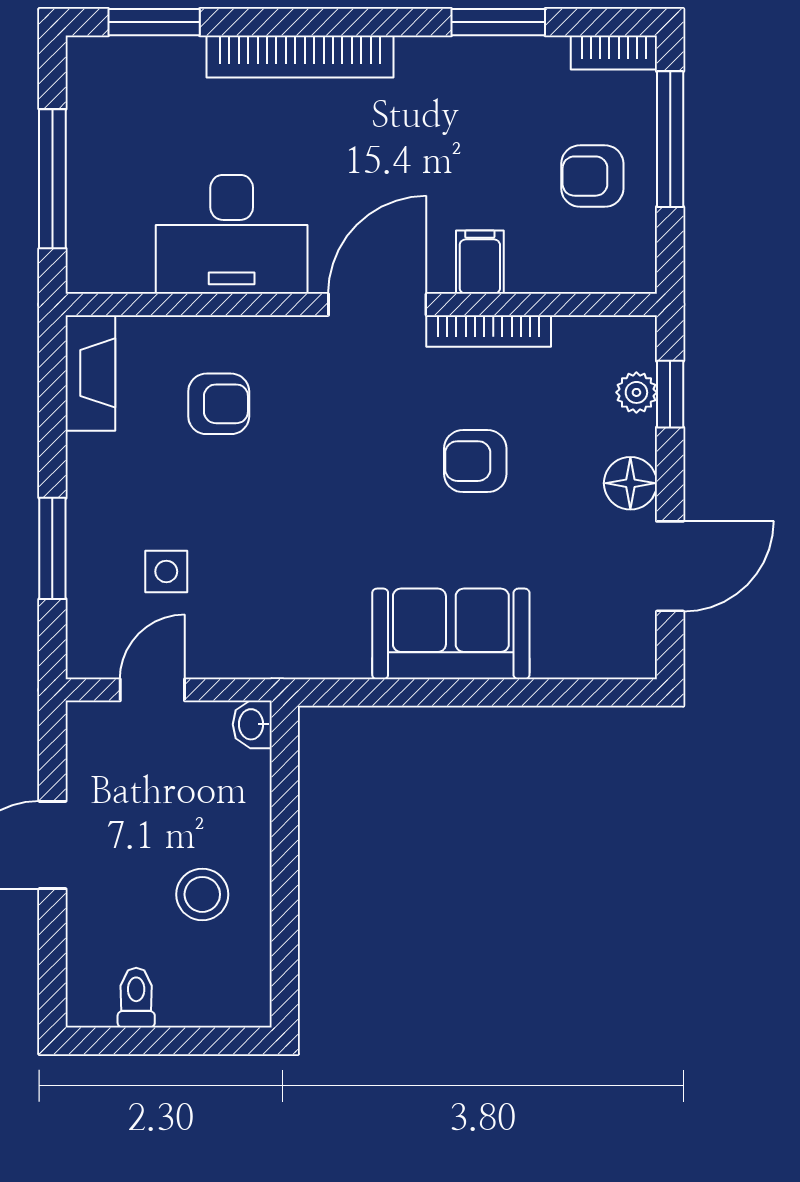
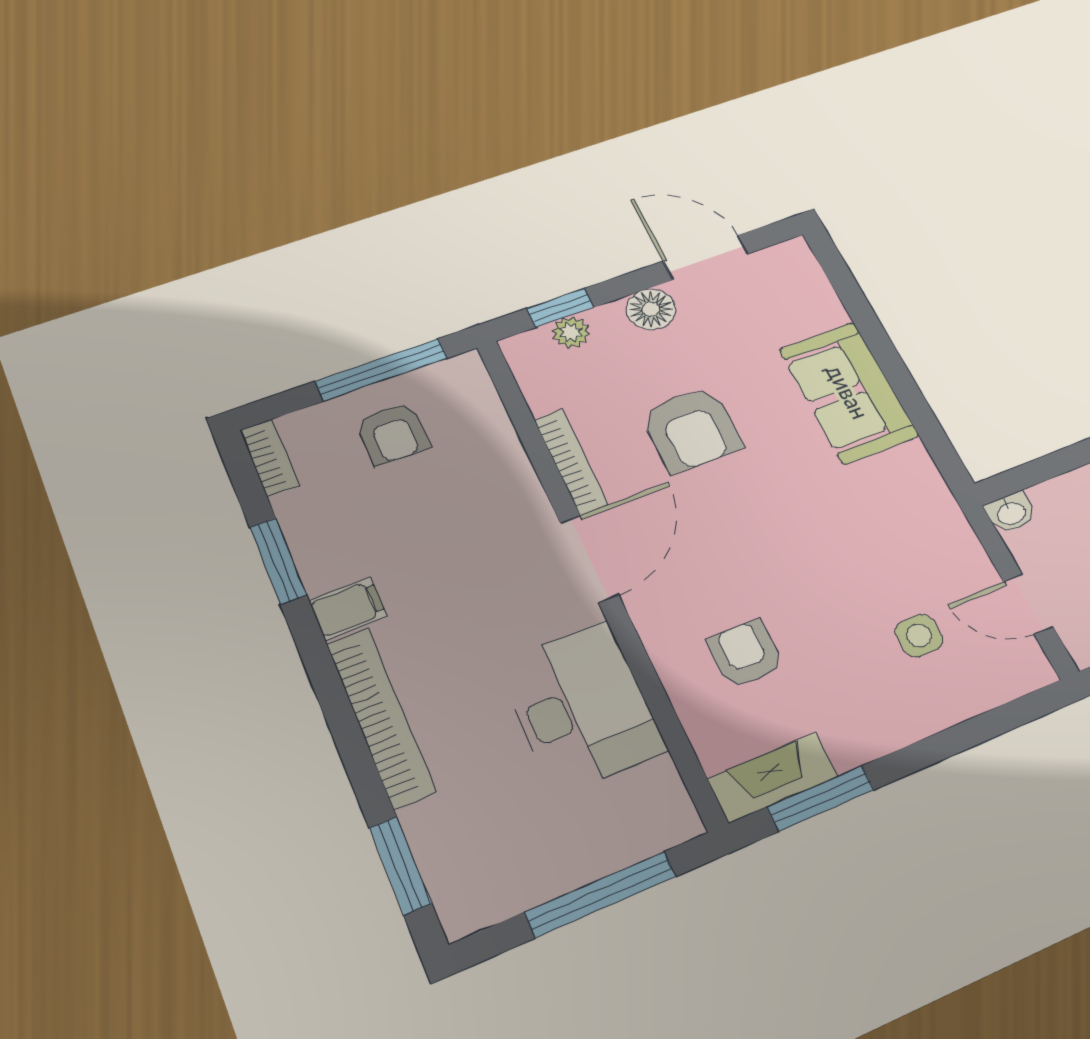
window: (670, 139) -> (381, 370), moved
filing cabinet: (480, 262) -> (348, 608), moved, turned 180
door: (377, 304) -> (589, 559), swing flipped
armchair: (475, 461) -> (691, 429), width x1.38, depth x1.38
window: (52, 548) -> (821, 798), moved

